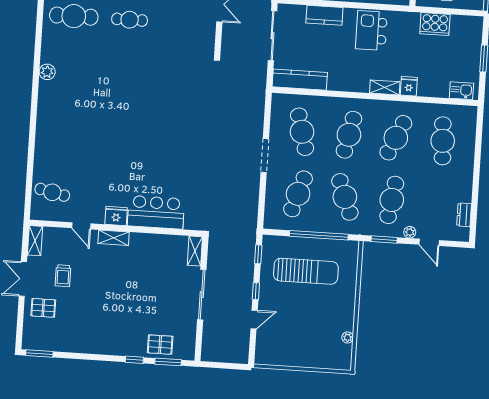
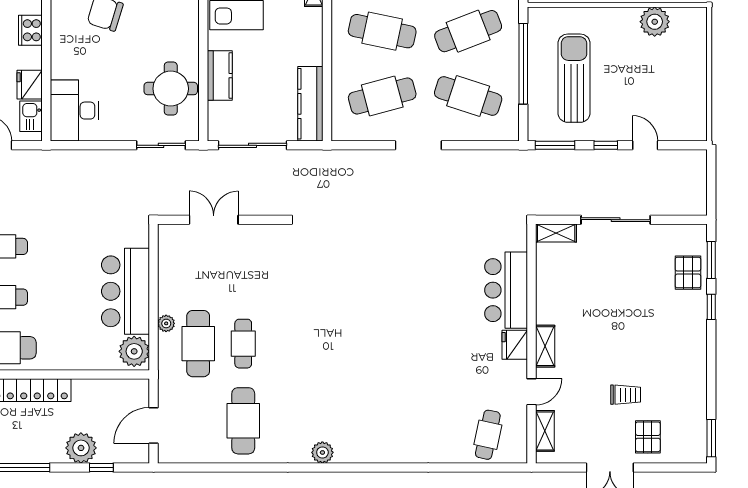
shelving: (35, 241) -> (545, 431), moved, turned 90
window: (258, 254) -> (555, 145), width x1.50
trolley: (63, 276) -> (626, 395), moved
plant: (348, 337) -> (655, 22), width x1.87, depth x1.87

